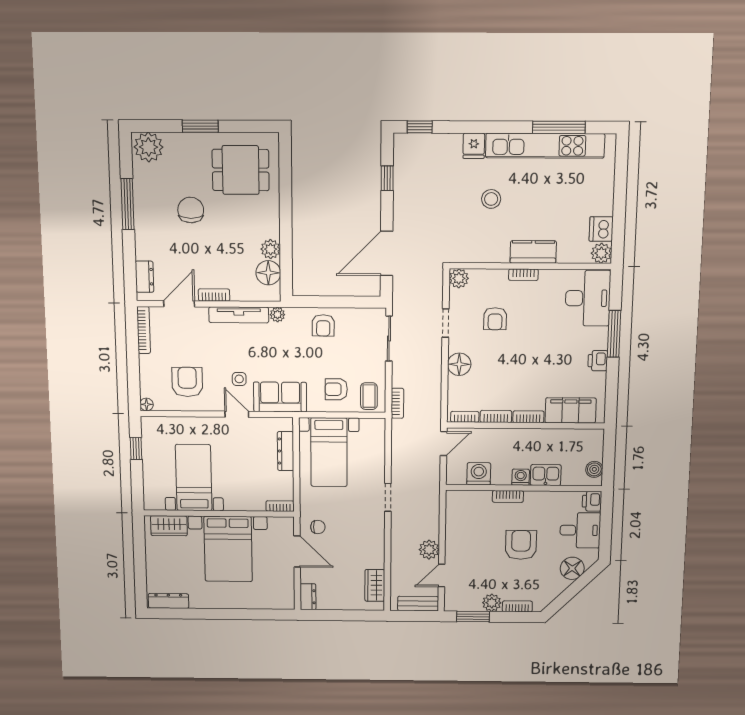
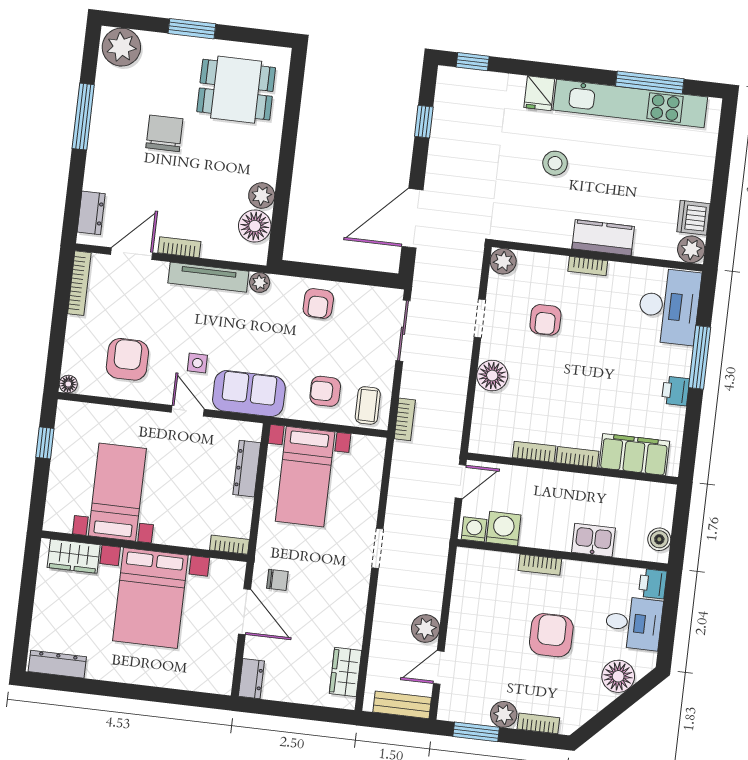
bookcase: (465, 417) -> (493, 448), removed
washing machine: (521, 477) -> (474, 529), moved

